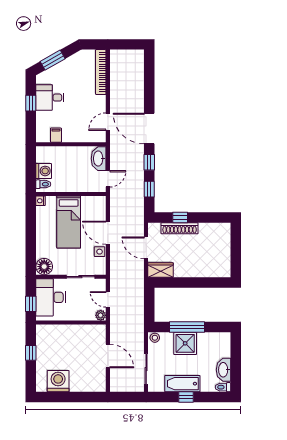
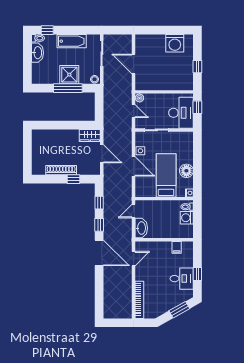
shoe rack: (180, 228) -> (61, 170), moved
floor lamp: (44, 267) -> (186, 171), moved
window: (186, 397) -> (47, 30), moved

